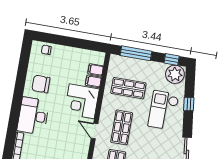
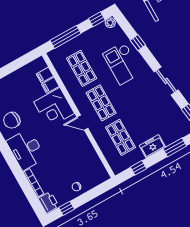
plant: (175, 74) -> (110, 23), width x0.53, depth x0.53
shop shelf: (128, 88) -> (82, 68), turned 90

